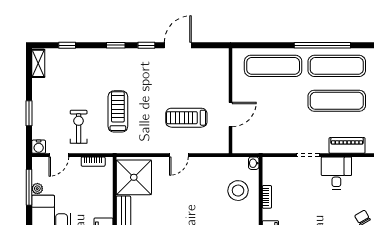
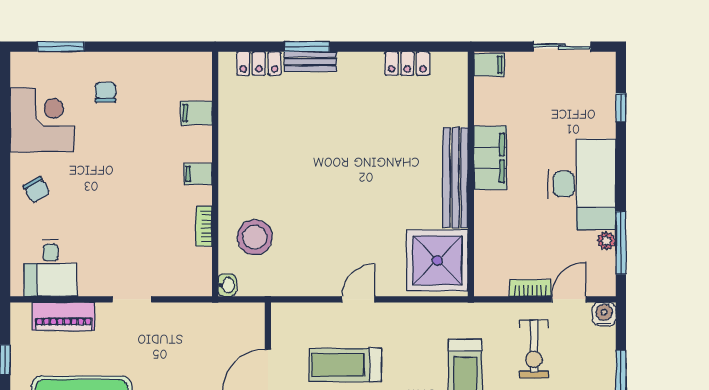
treadmill: (186, 118) -> (345, 365), turned 180
bookcase: (93, 162) -> (530, 288), moved
desk: (336, 173) -> (51, 268), moved

